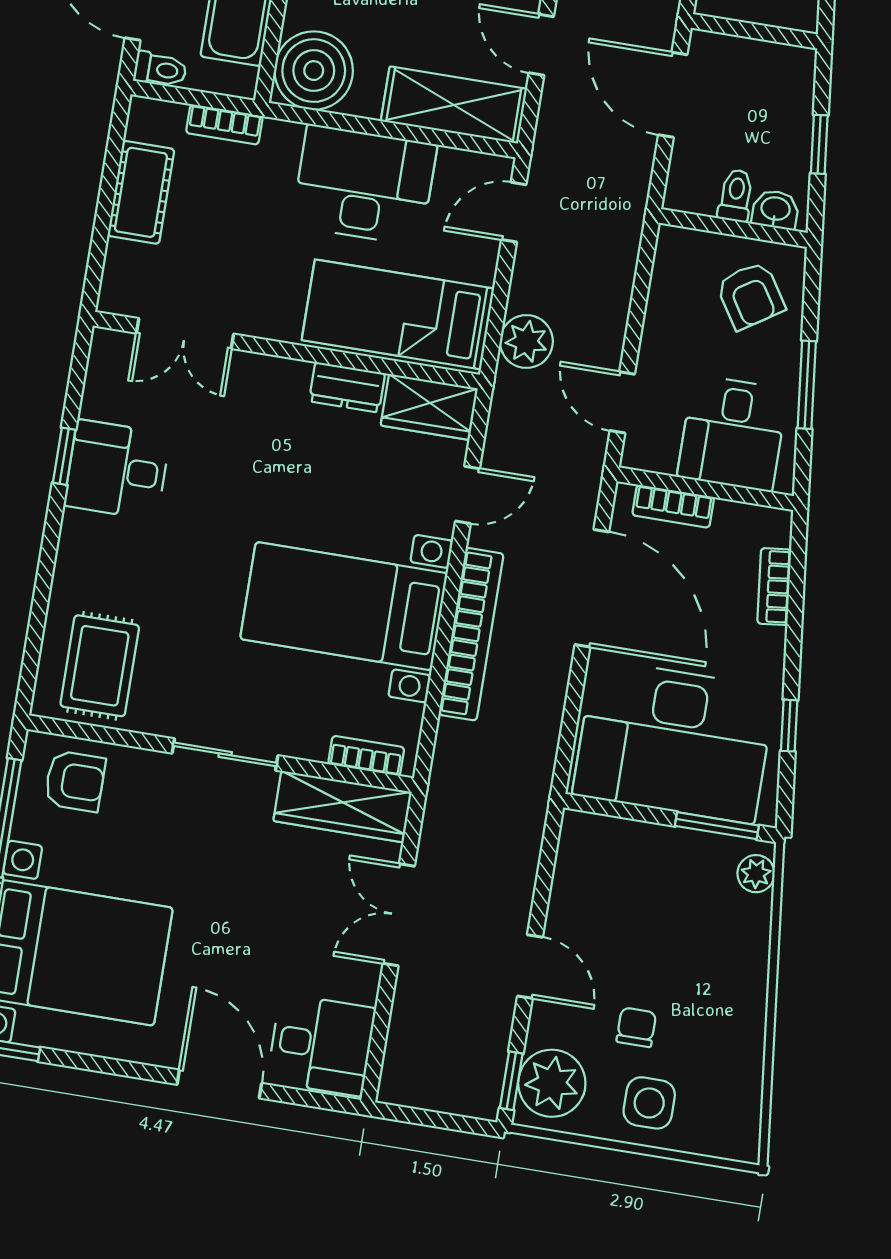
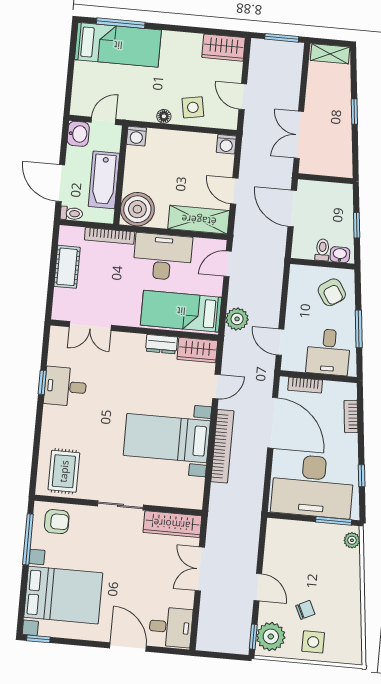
bookcase: (224, 124) -> (110, 236), width x1.56
bookcase: (366, 756) -> (181, 502), removed
chair: (636, 1027) -> (305, 610), turned 64

